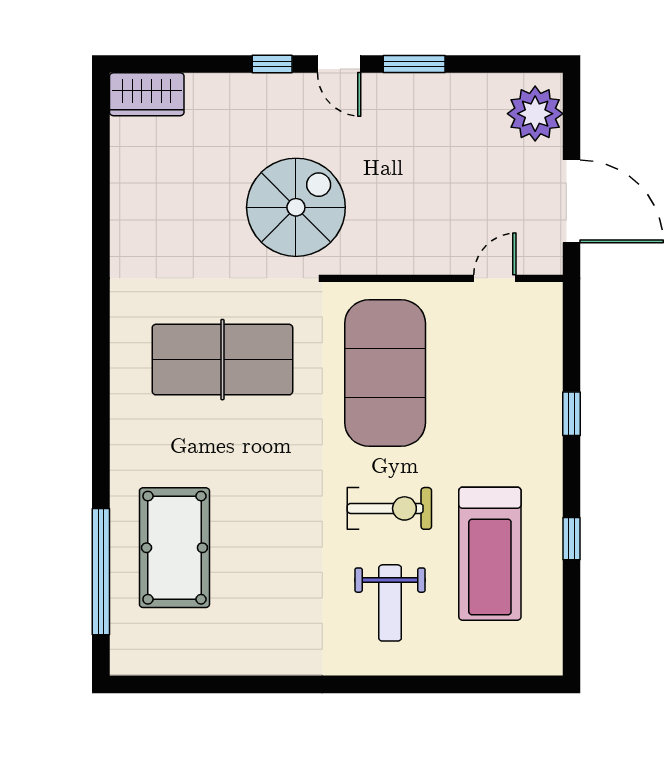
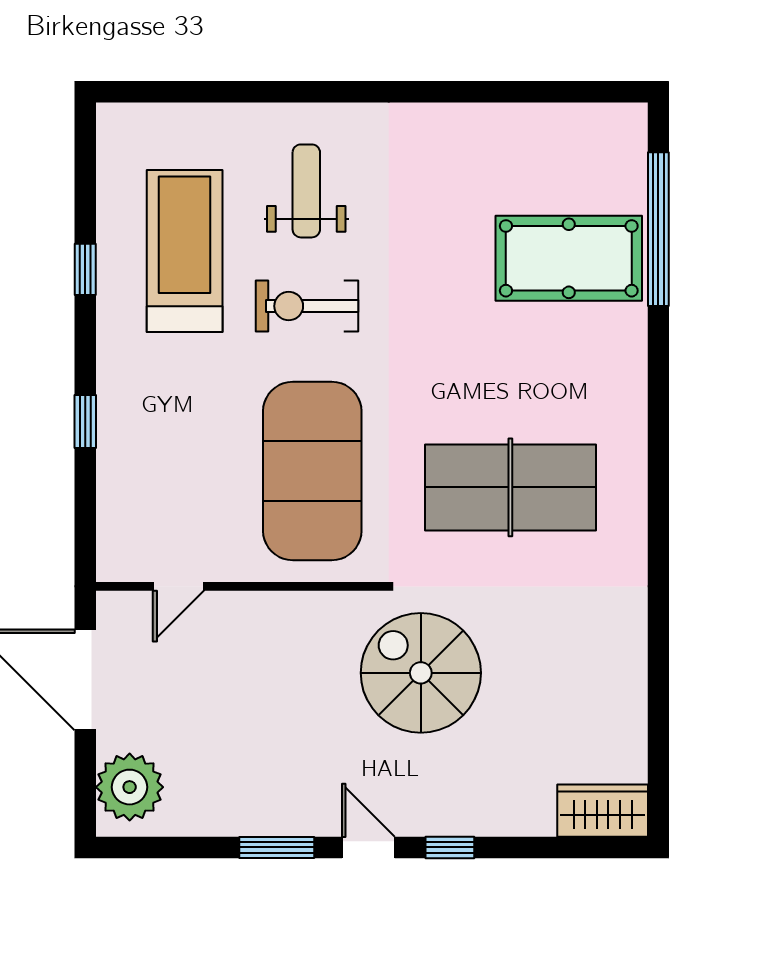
spiral stairs: (296, 207) -> (421, 673), turned 90
pool table: (174, 548) -> (569, 258), turned 90

